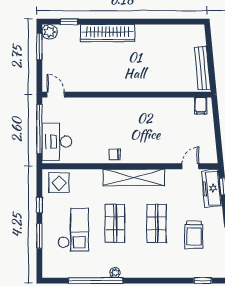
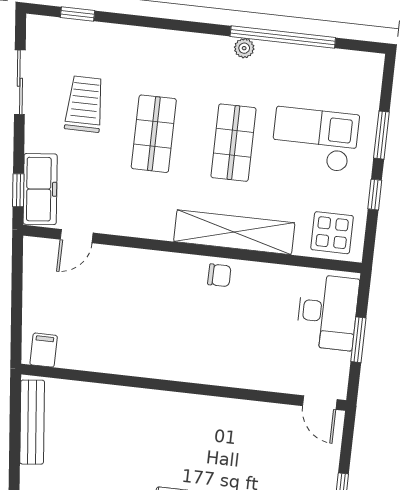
window: (39, 129) -> (358, 340), width x0.47
shelving: (134, 177) -> (234, 232), moved
checkout: (73, 230) -> (315, 139), turned 90

